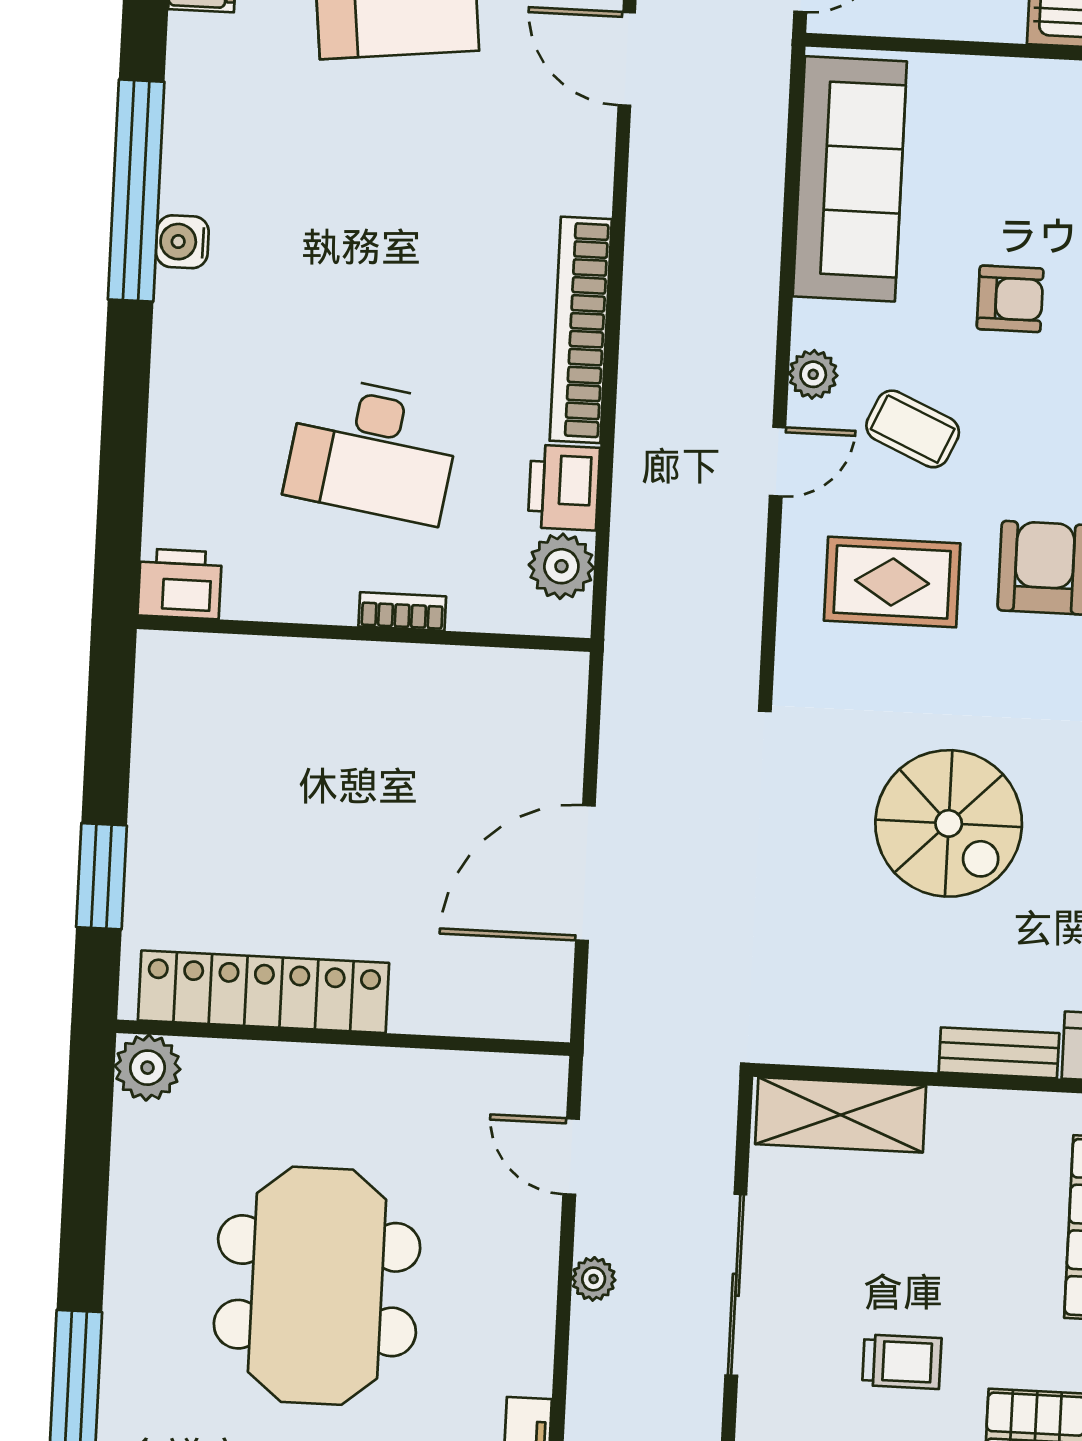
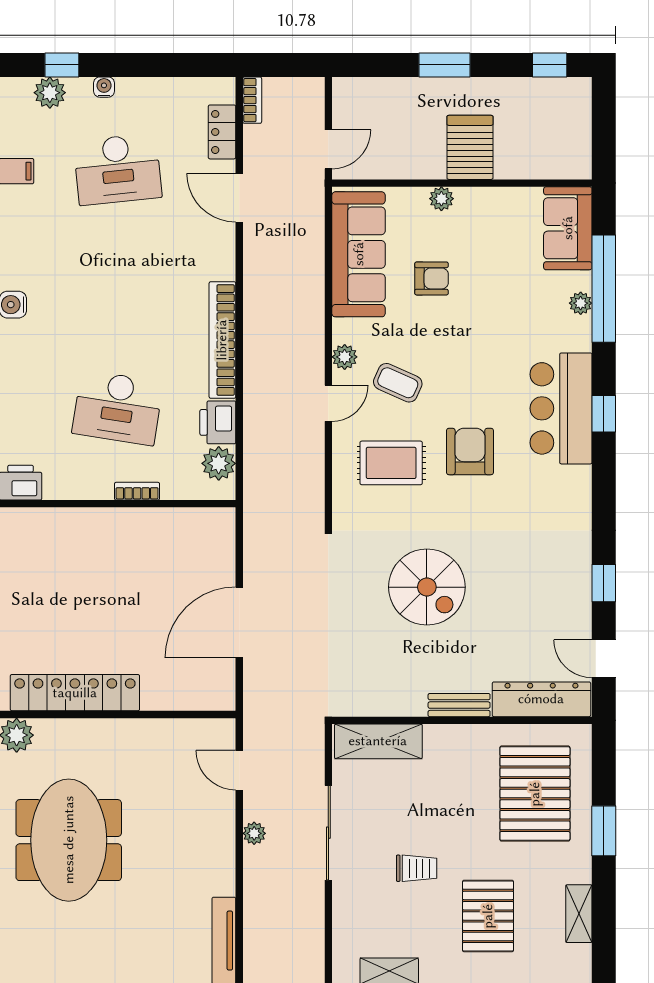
plant: (1014, 80) -> (441, 199), added
armchair: (1010, 299) -> (431, 278), moved
meeting table: (317, 1286) -> (69, 840), moved

